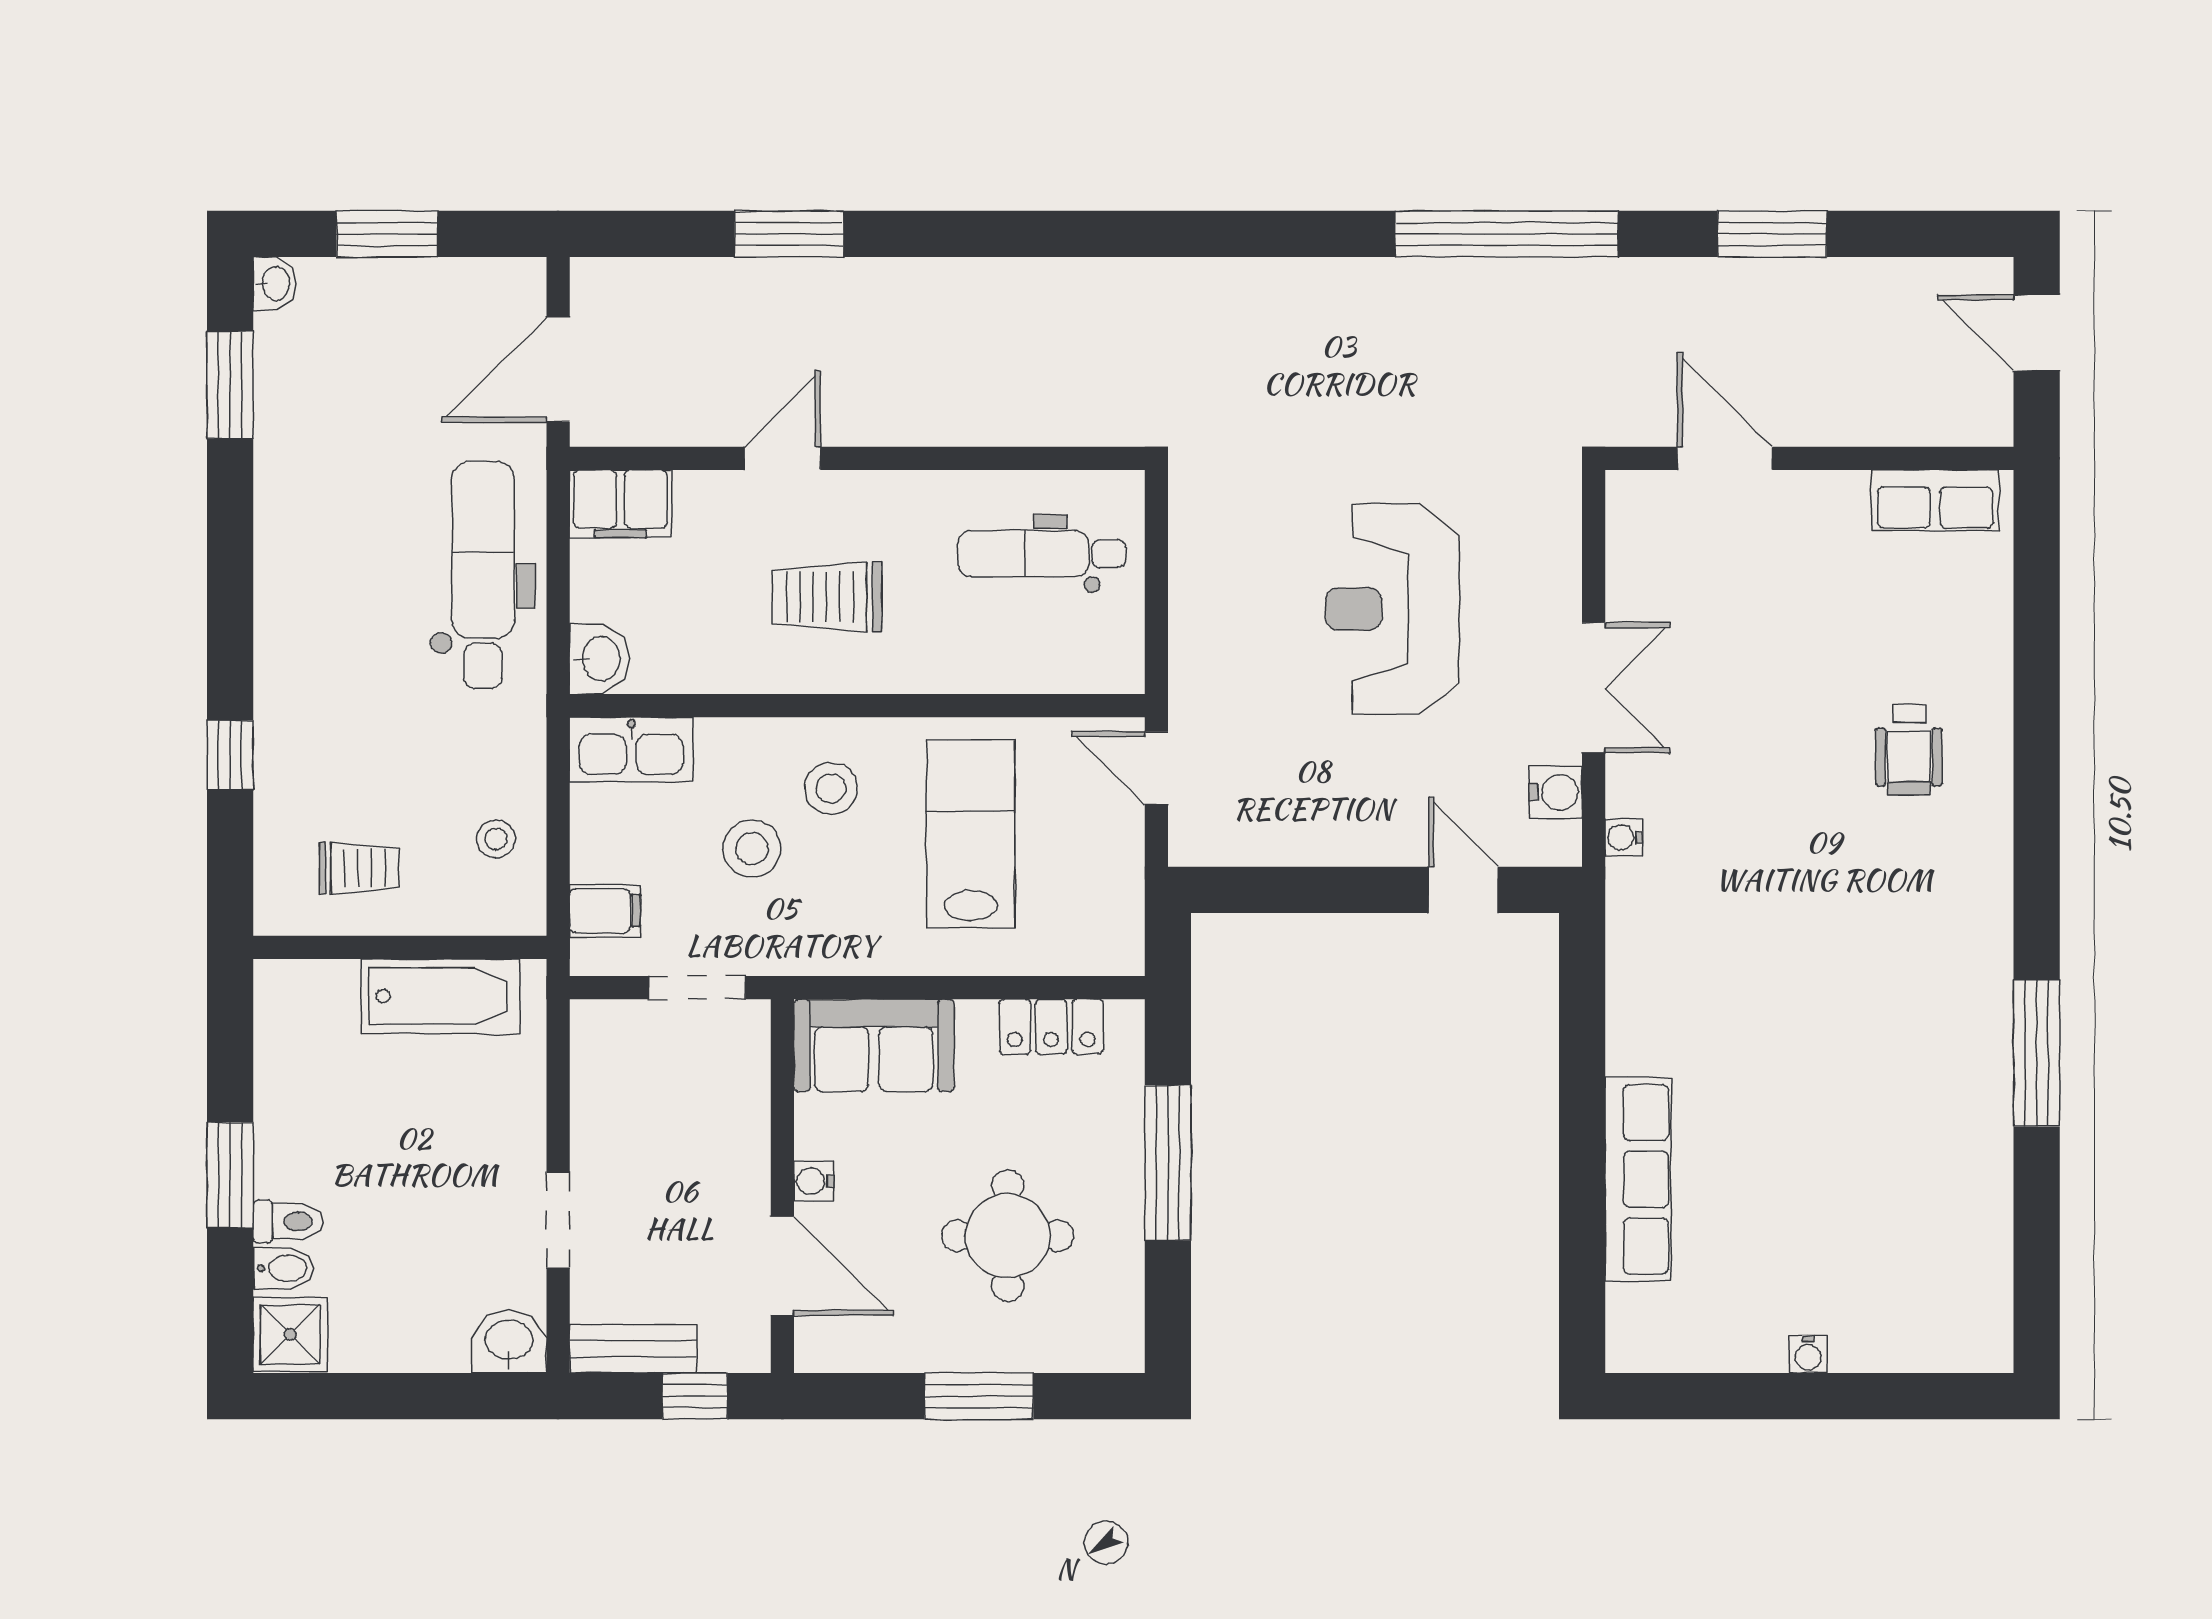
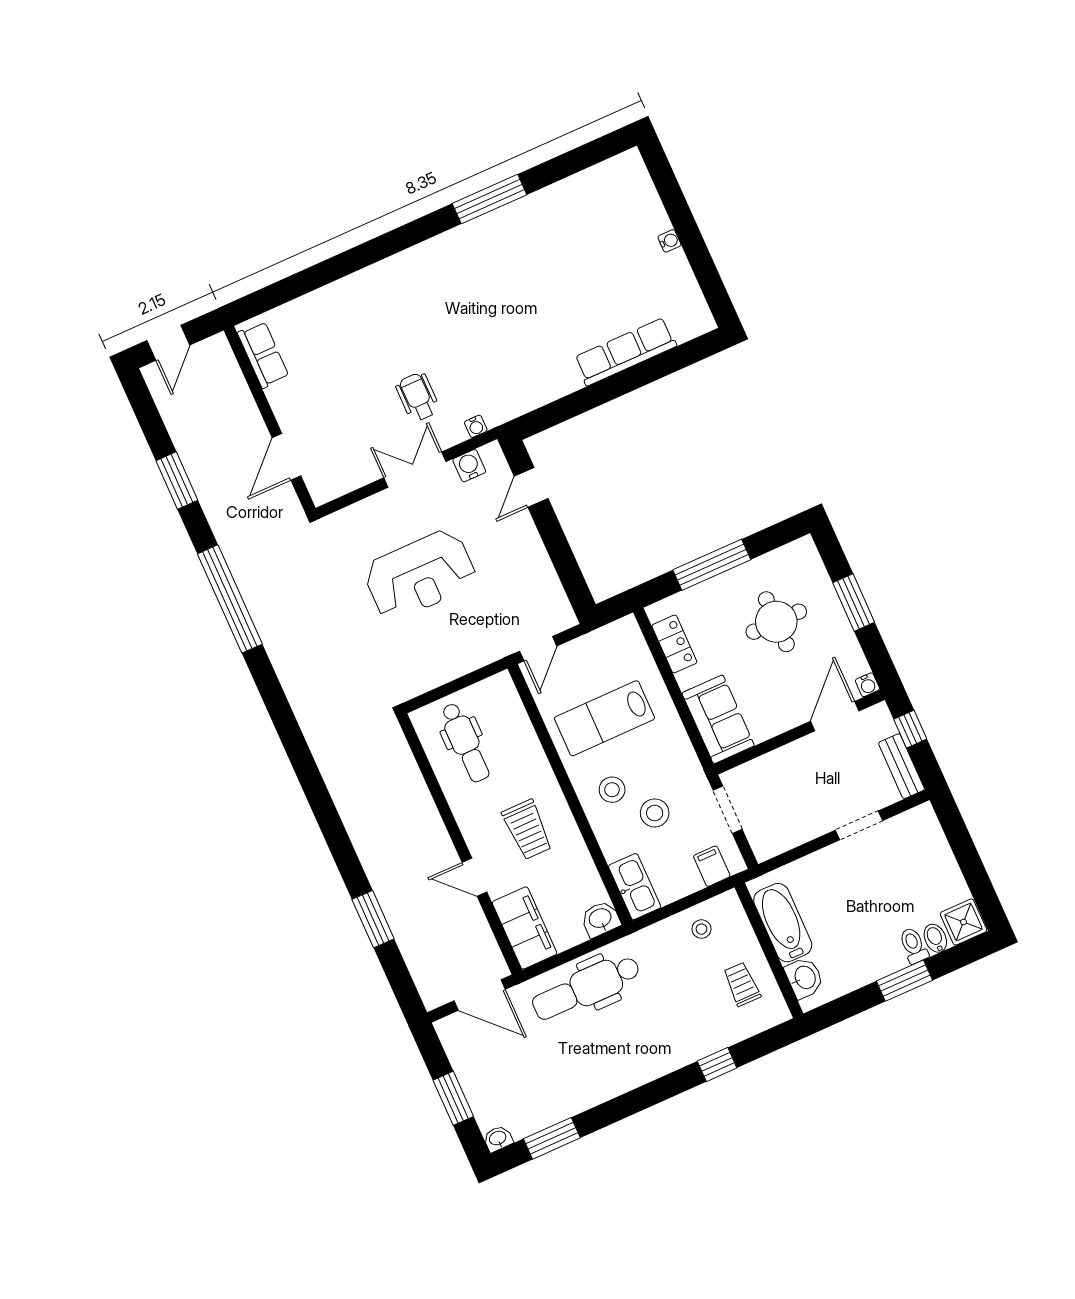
filing cabinet: (620, 504) -> (525, 928), width x1.50, depth x1.17
wheelchair: (1909, 750) -> (418, 397), moved, turned -90
water cooler: (814, 1181) -> (867, 685), moved
washbasin: (509, 1342) -> (804, 978), moved, turned 180

